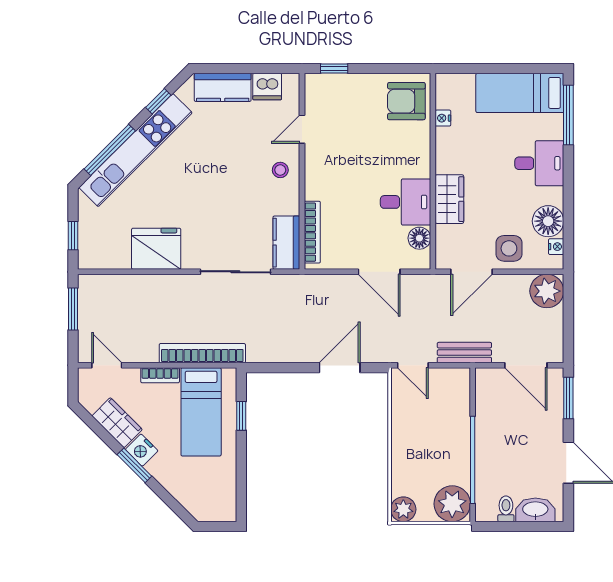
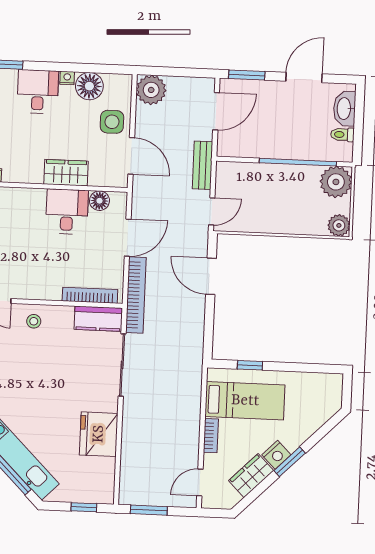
nightstand: (556, 247) -> (67, 78), moved
bookcase: (202, 353) -> (136, 295), moved, turned 180

